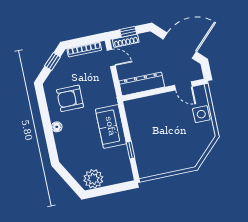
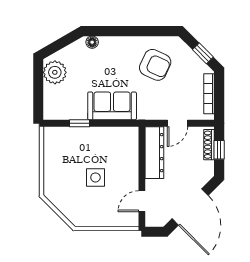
door: (111, 58) -> (177, 123), moved
armchair: (70, 98) -> (155, 65), turned 115
side table: (201, 114) -> (95, 177), moved
floor lamp: (57, 127) -> (92, 42), moved

